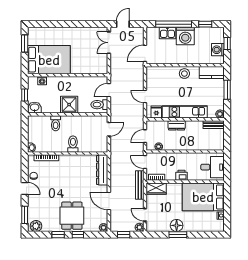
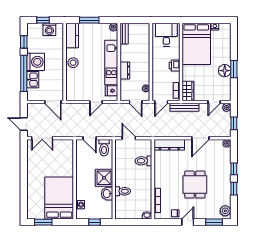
washbasin: (35, 108) -> (107, 194), moved
toilet: (73, 144) -> (143, 161), moved
dining table: (72, 216) -> (195, 185), moved, turned 90

